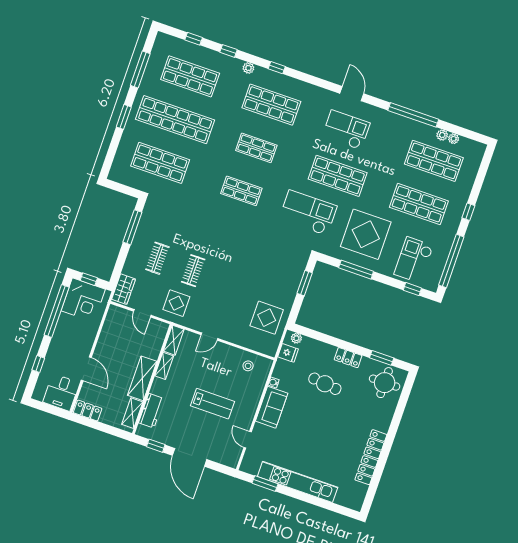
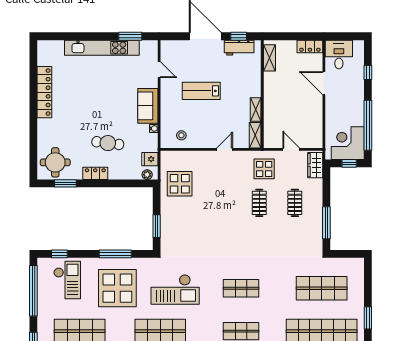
shelving: (142, 378) -> (271, 92), removed
workbench: (151, 411) -> (239, 48), moved, turned -90

